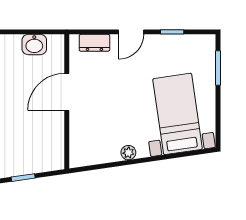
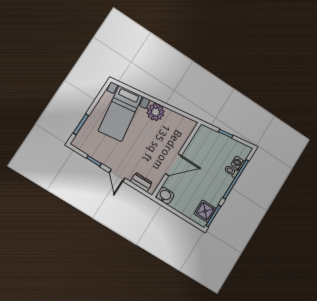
door: (131, 32) -> (117, 175), swing flipped
washbasin: (34, 44) -> (165, 196), moved
plant: (128, 153) -> (156, 112), width x1.88, depth x1.88

